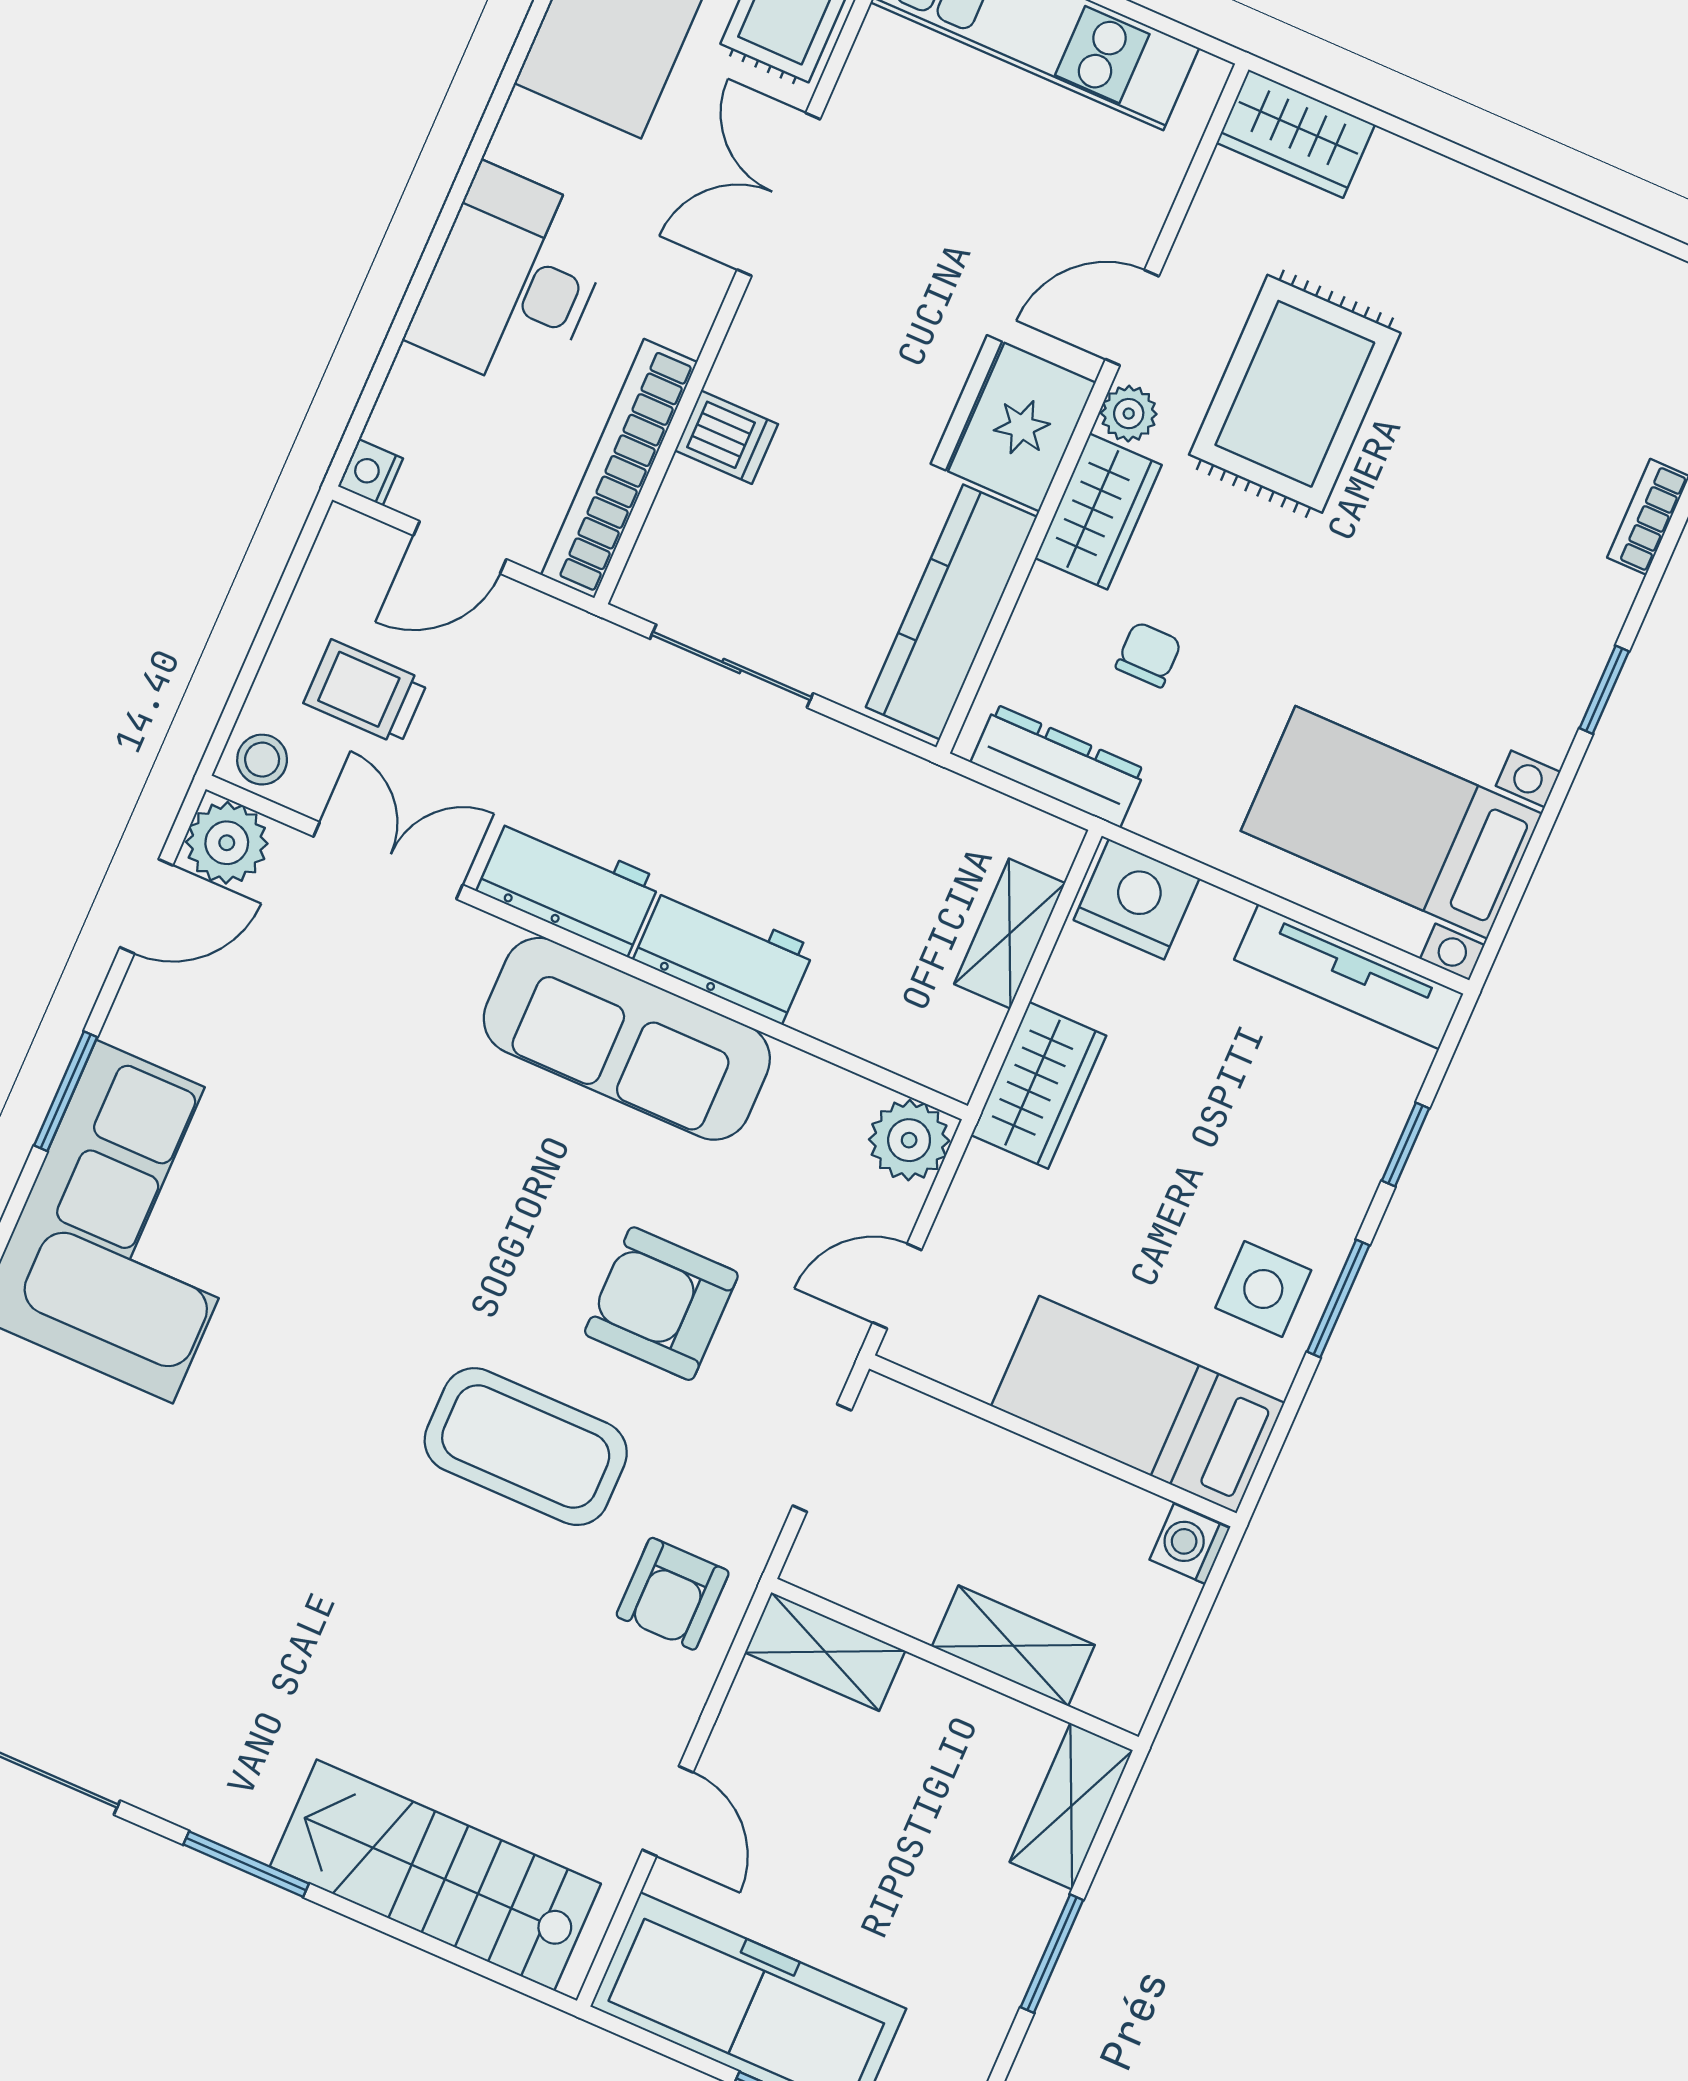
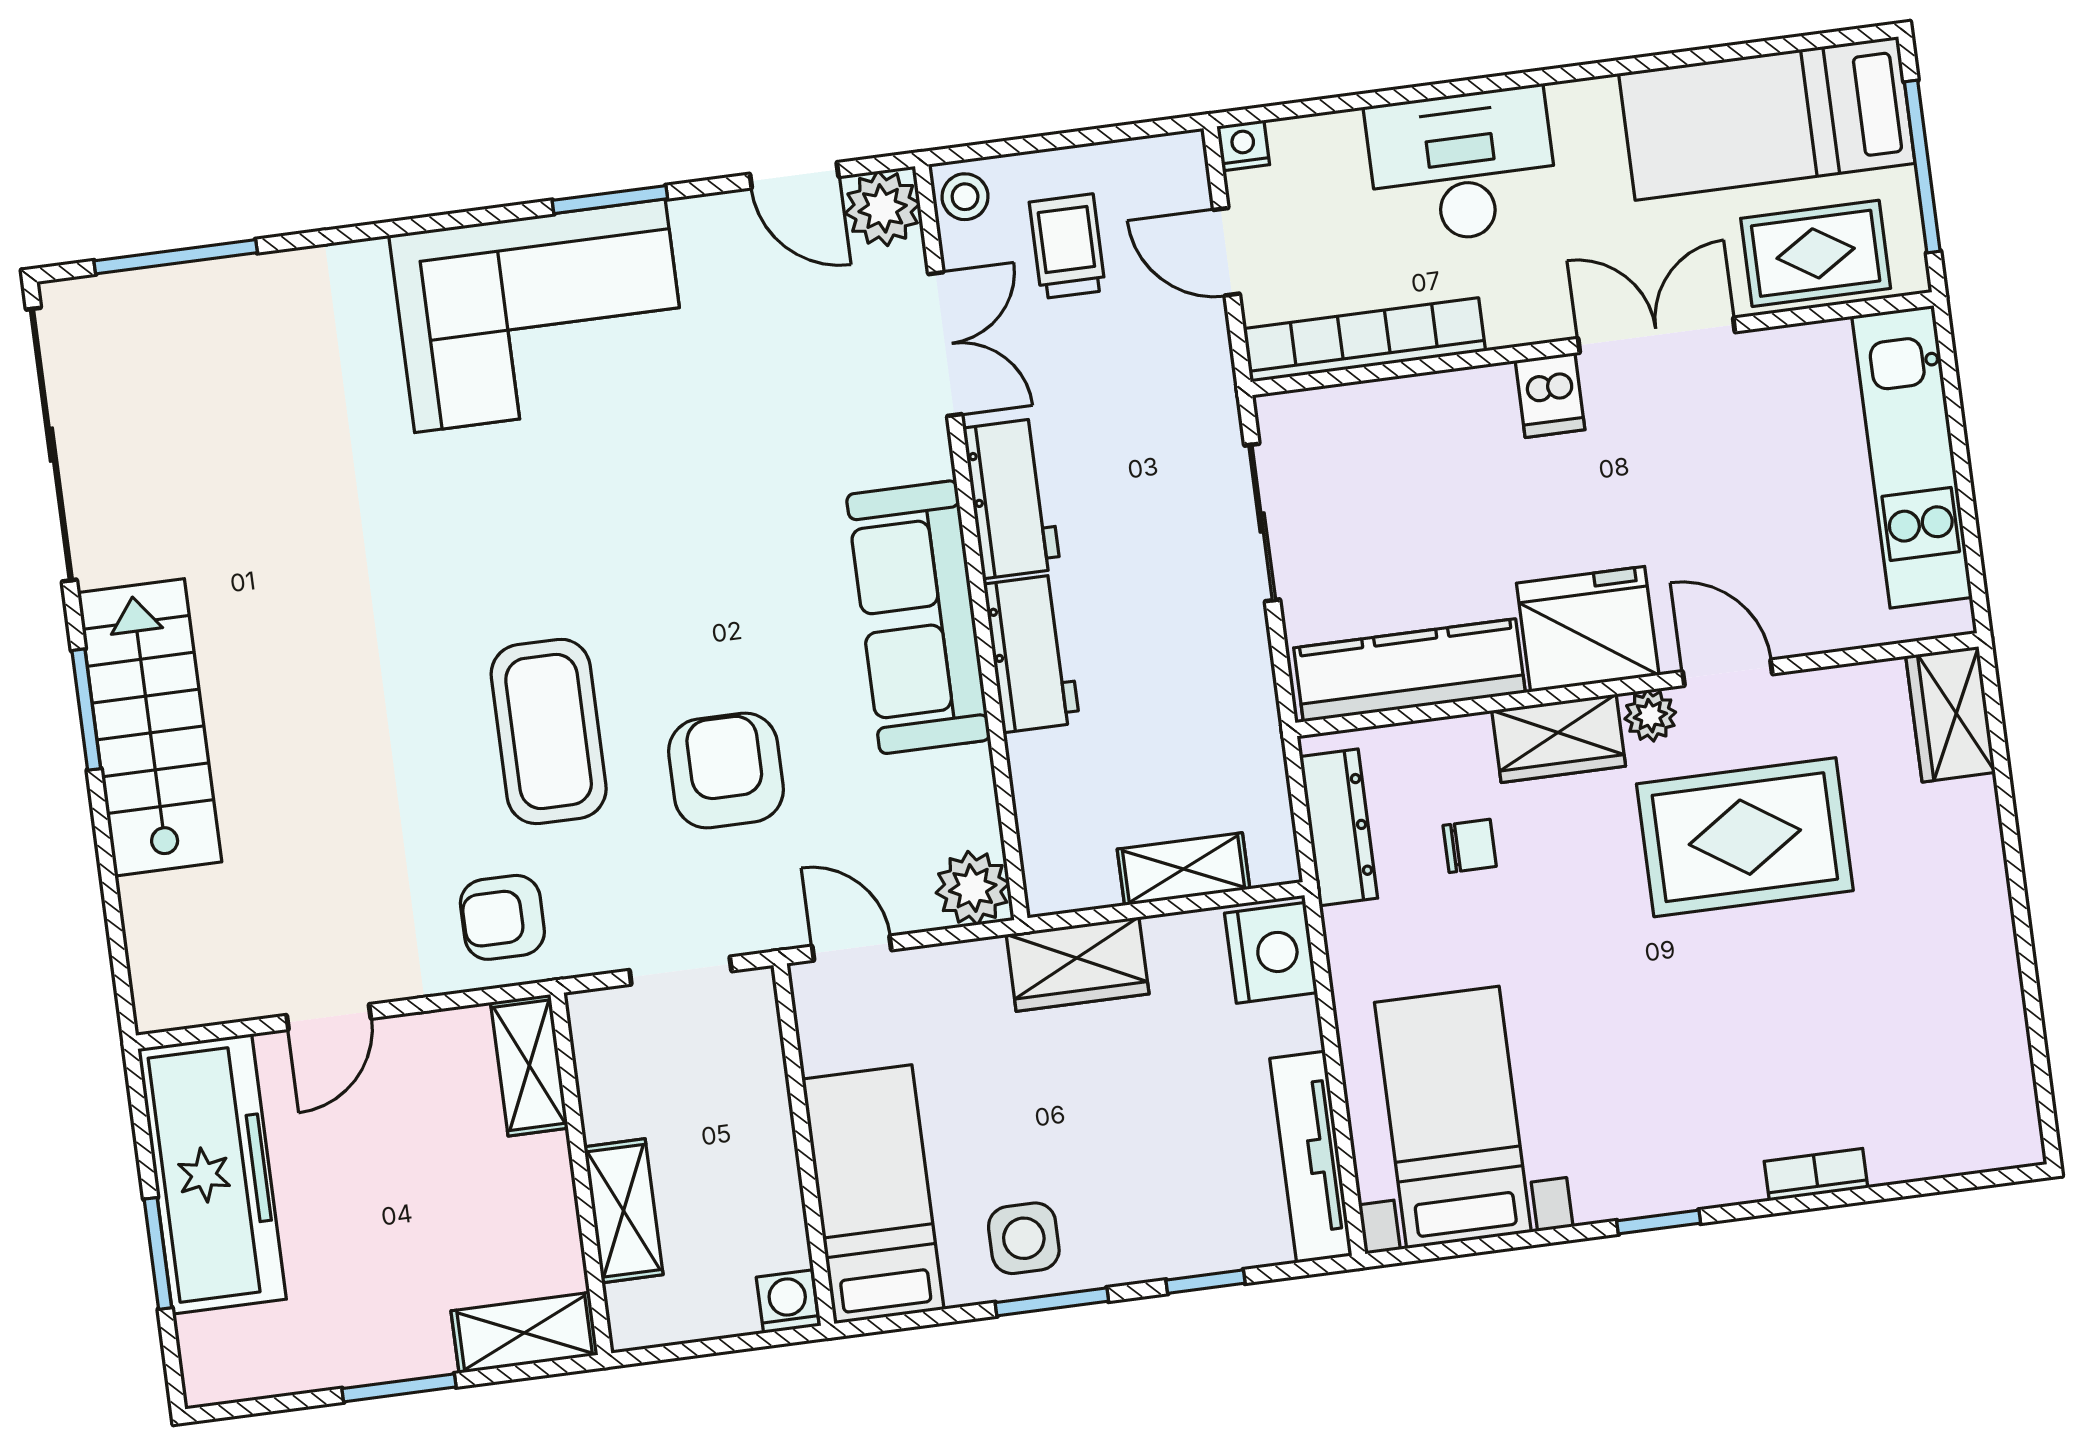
dishwasher: (726, 437) -> (1550, 395), moved
stairs: (435, 1875) -> (150, 727), moved

